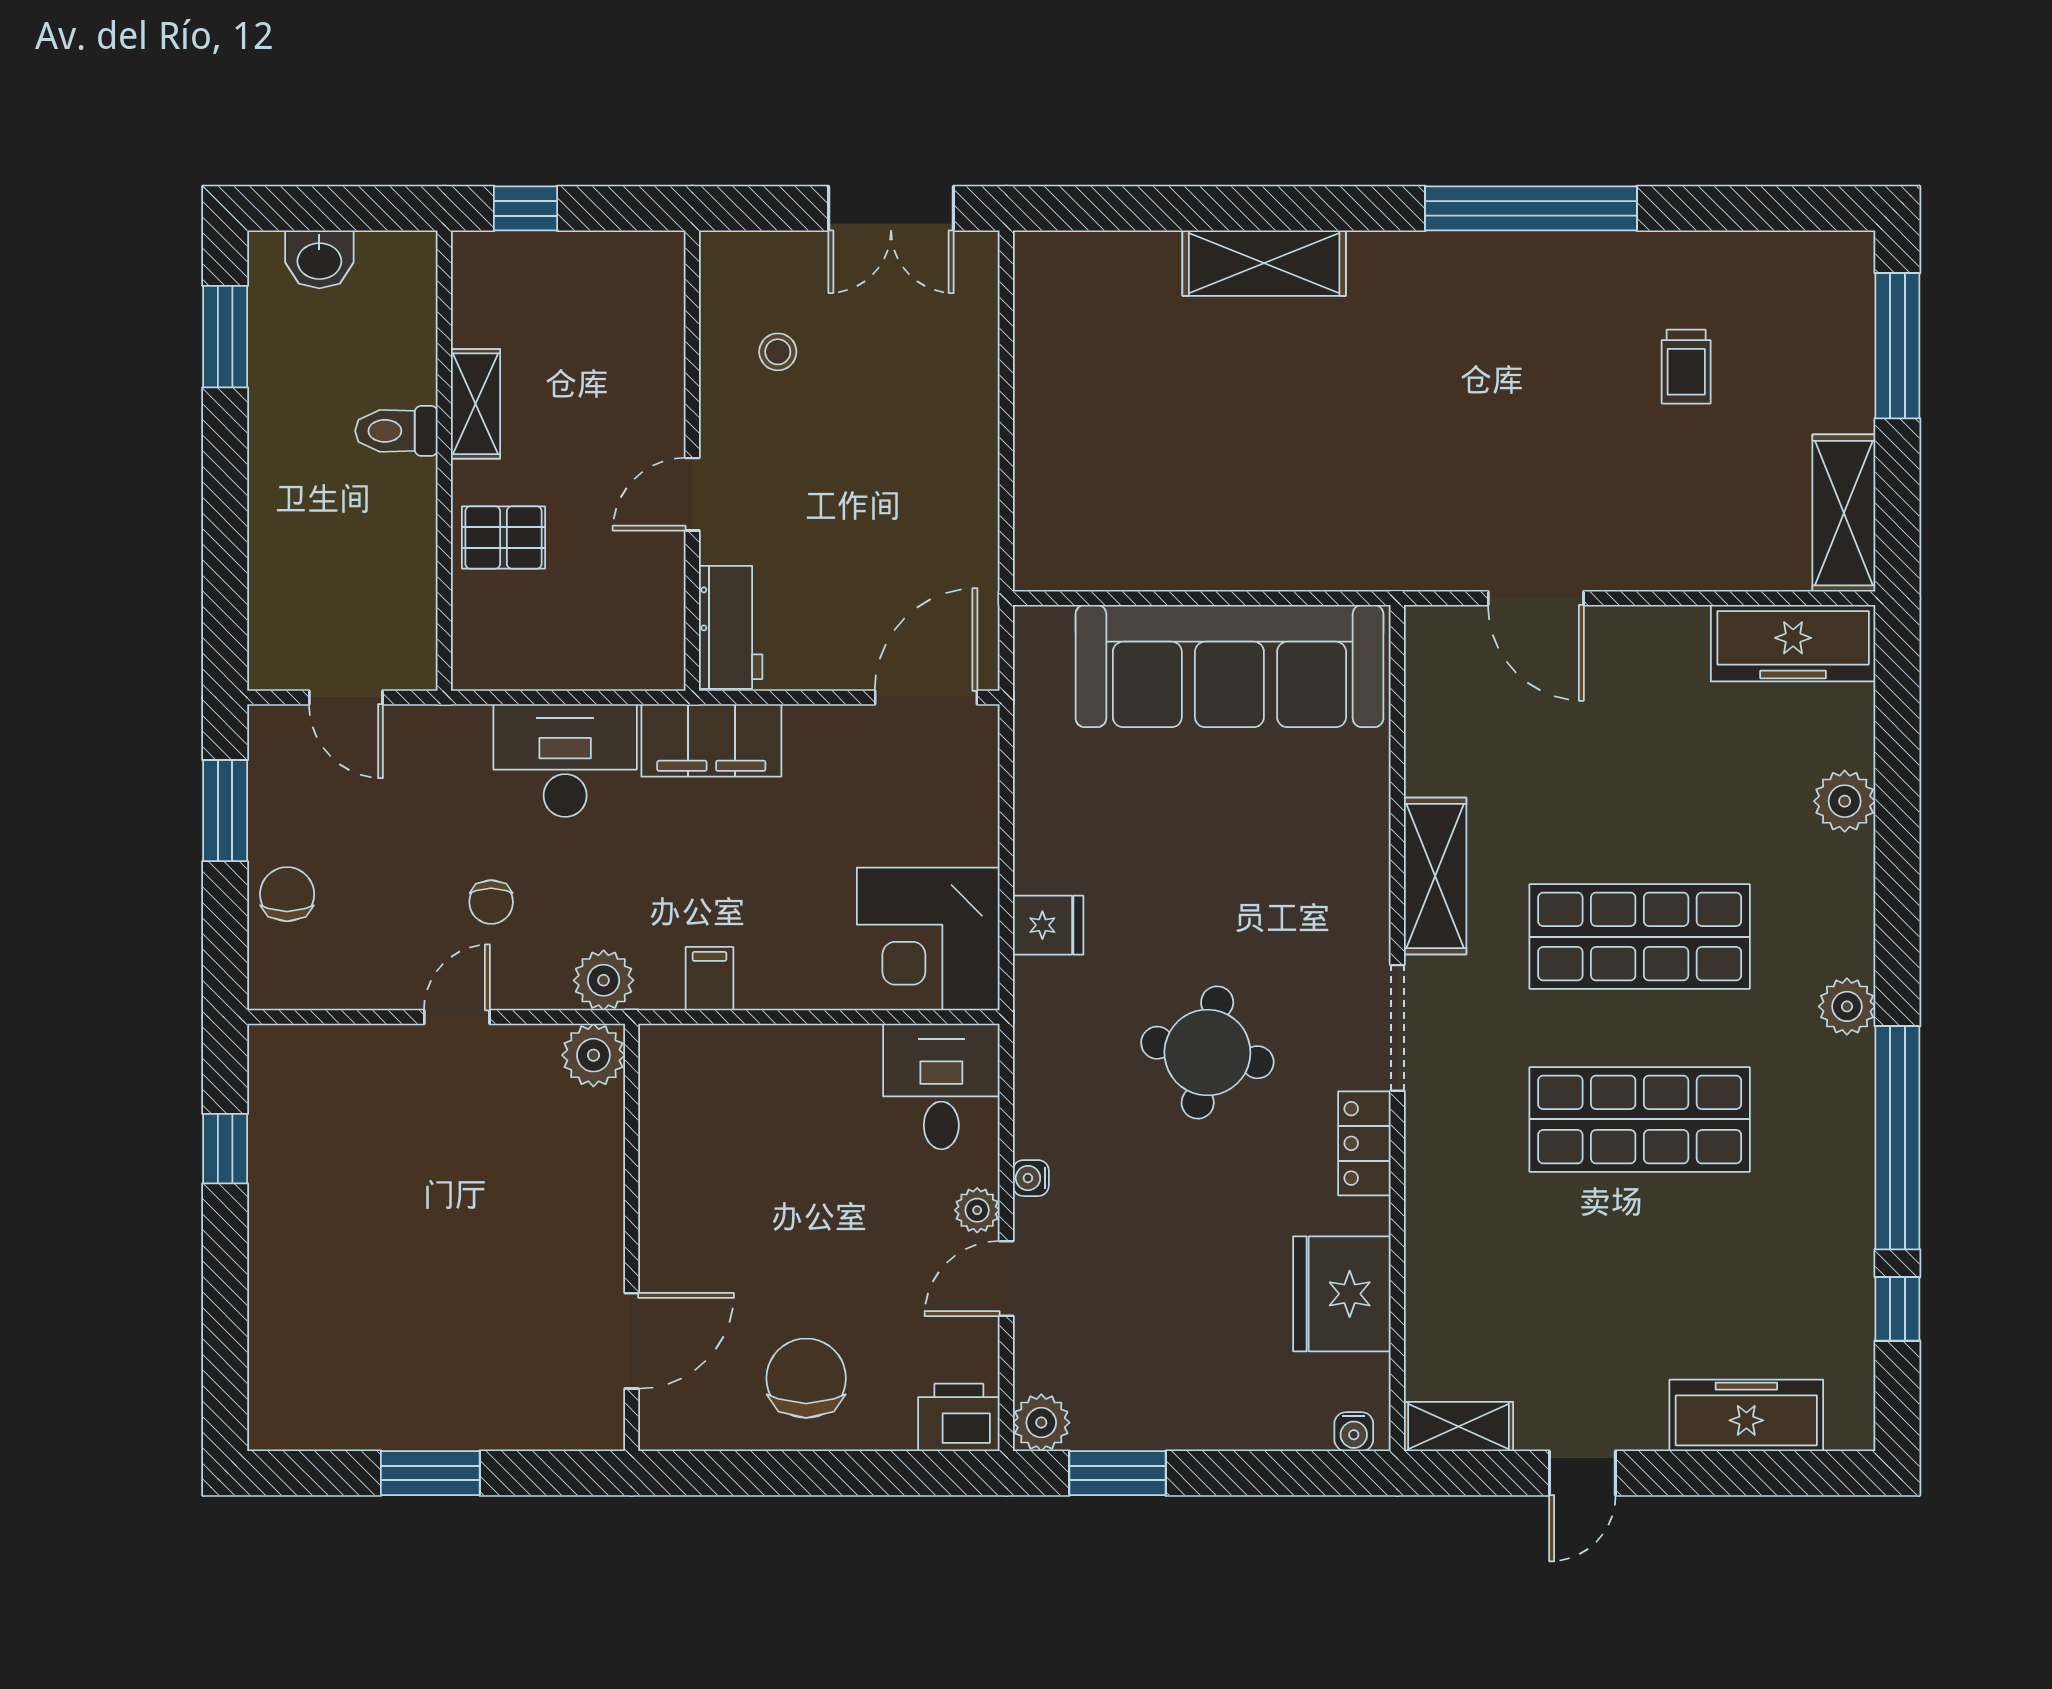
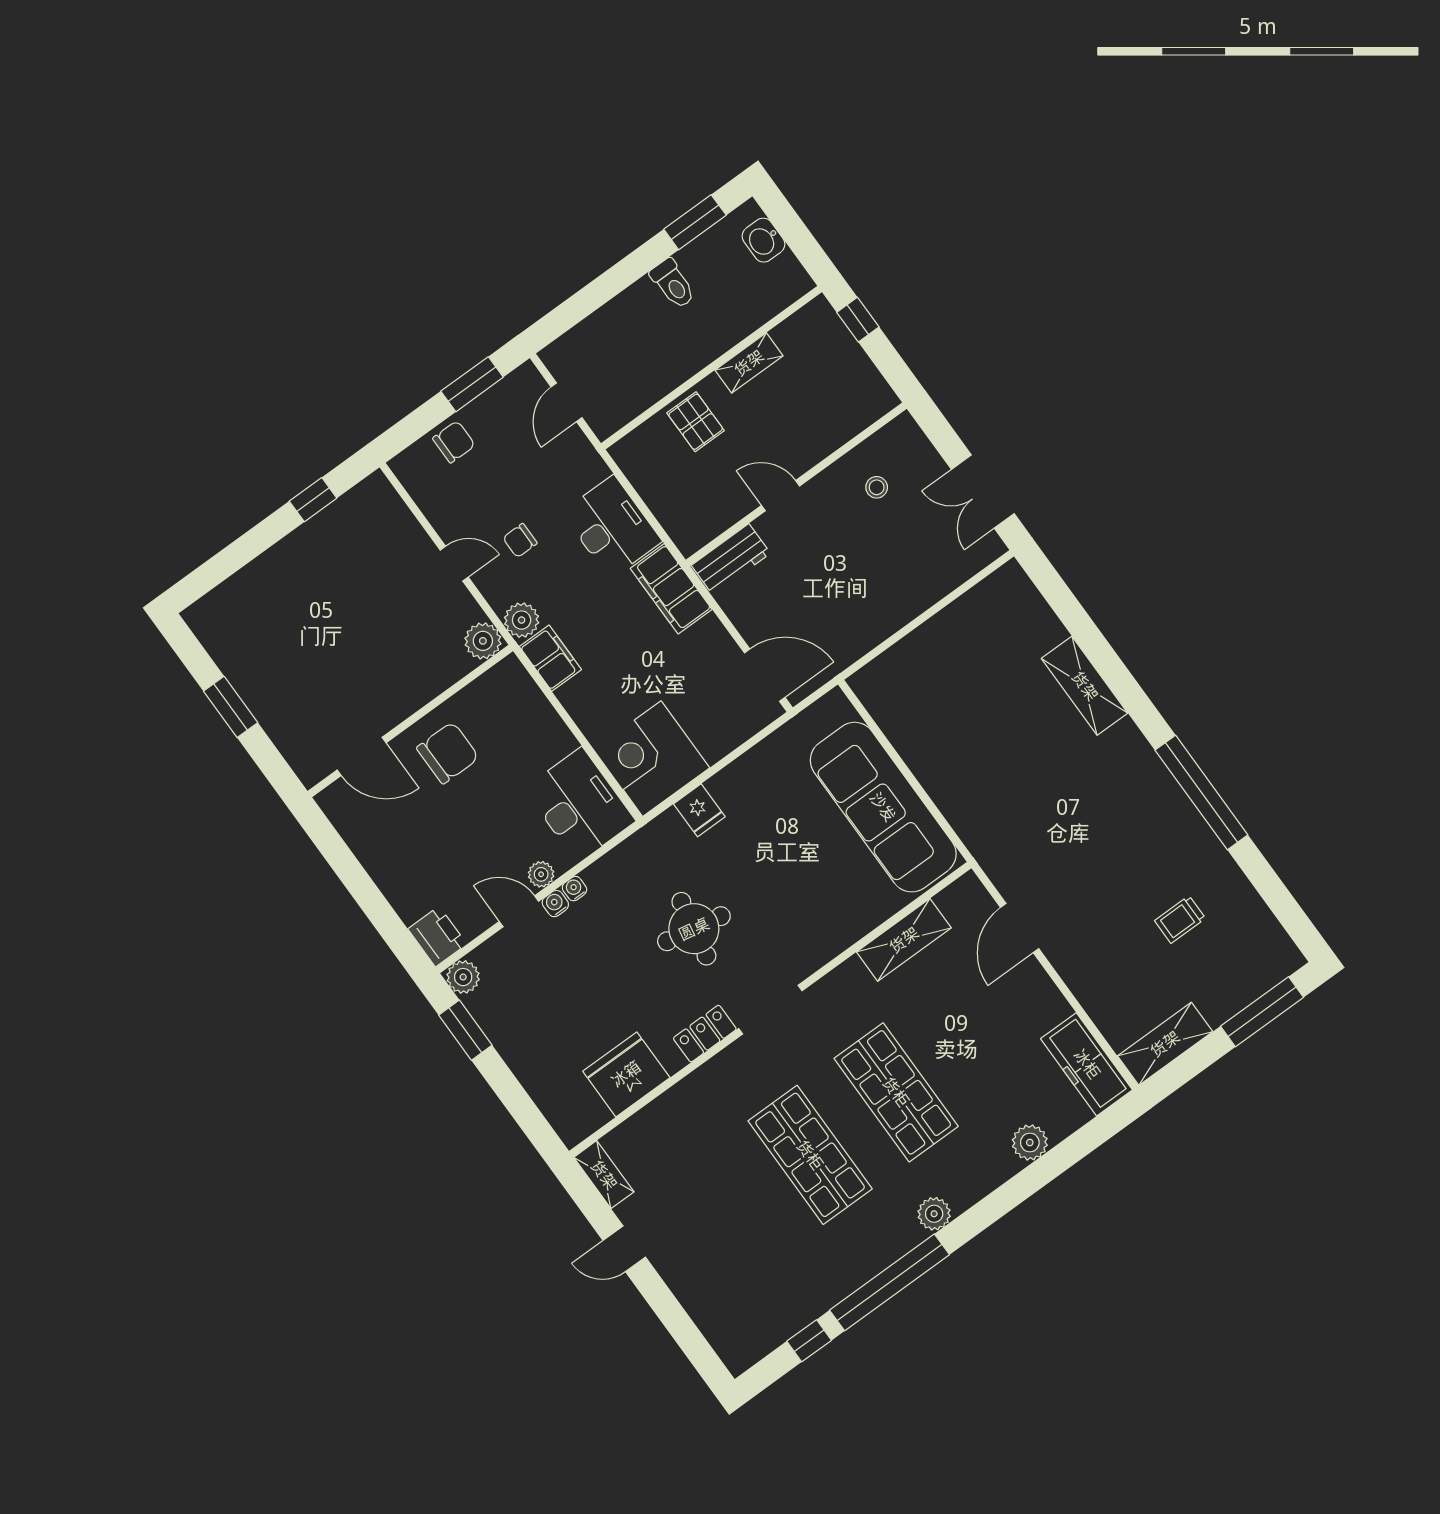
toilet: (396, 431) -> (673, 284), moved, turned 180
shelving: (1435, 876) -> (904, 940), moved
filing cabinet: (709, 979) -> (550, 658), width x2.00
desk: (941, 1086) -> (580, 805), width x1.37
chair: (806, 1378) -> (448, 753), moved
freezer: (1746, 1415) -> (707, 1306), removed
water cooler: (1354, 1432) -> (555, 904), moved, turned 90

